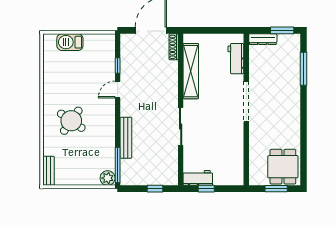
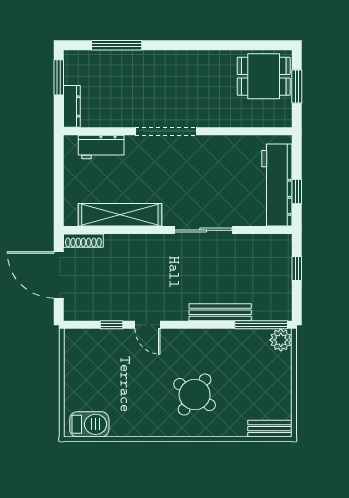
barbecue: (70, 42) -> (89, 424), moved, turned -90
workbench: (198, 178) -> (277, 185), width x1.88, depth x1.32

